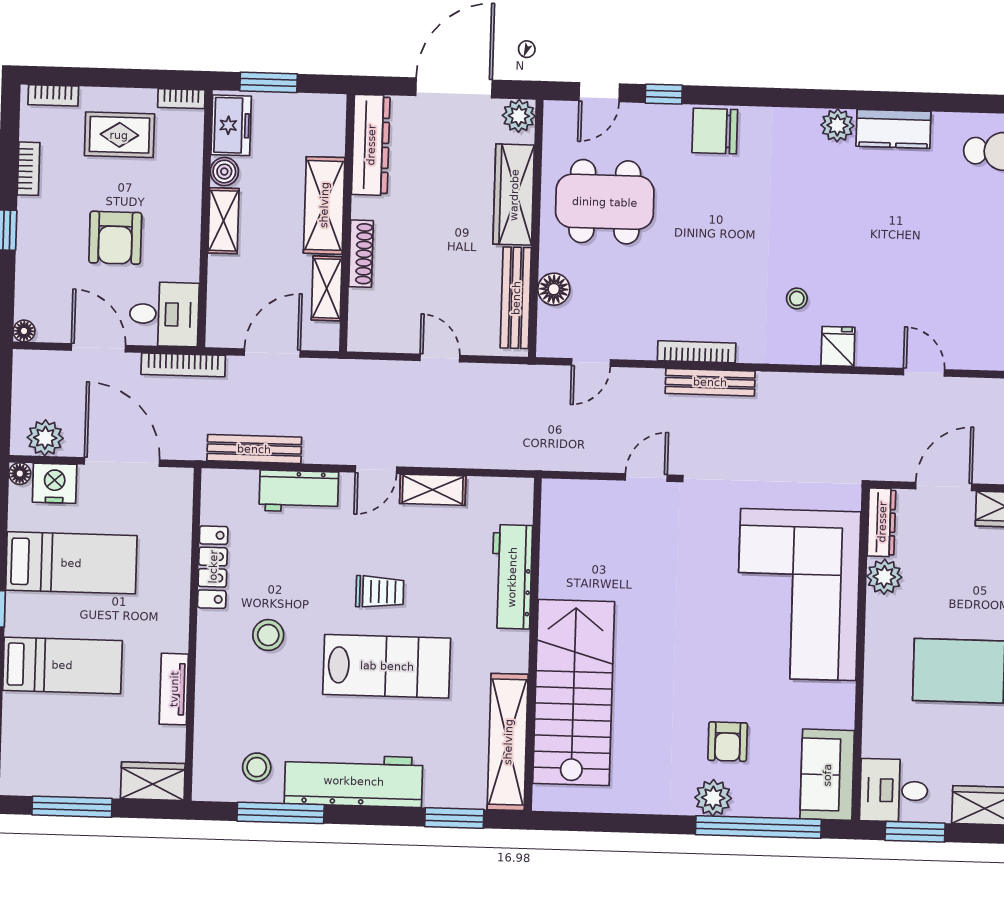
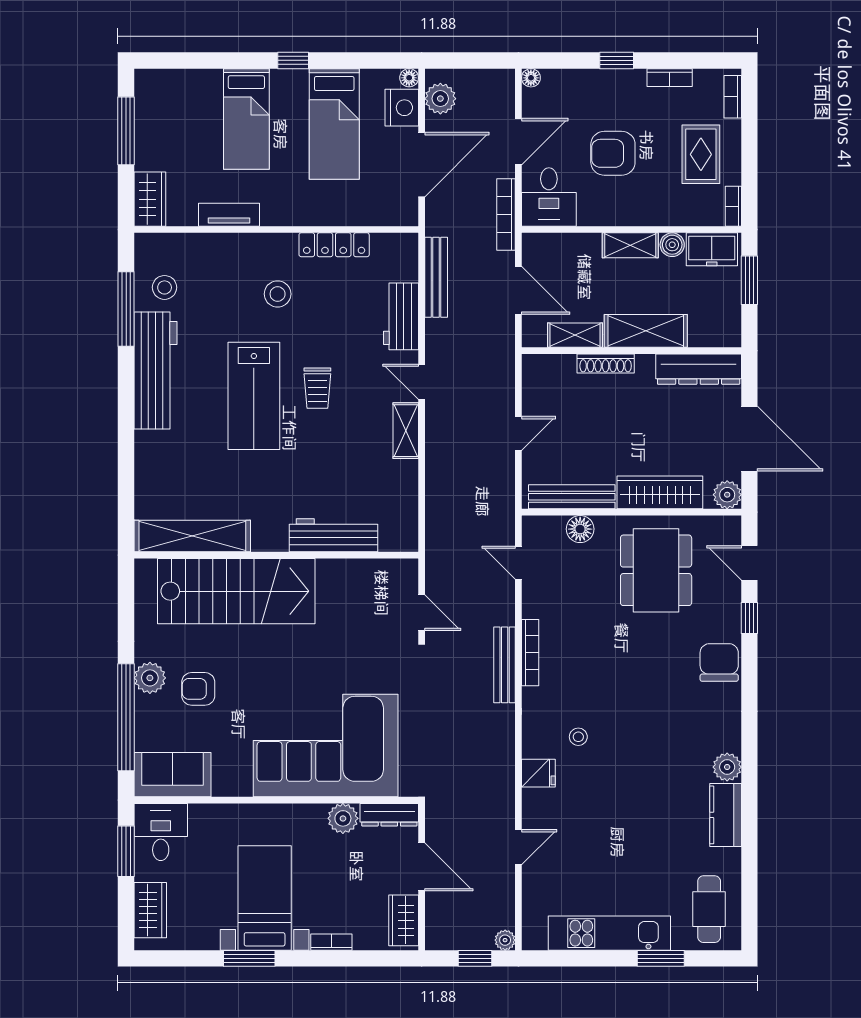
workbench: (512, 577) -> (333, 535), moved
wall: (533, 644) -> (276, 555), moved
stairs: (574, 692) -> (236, 591), moved
shelving: (508, 742) -> (192, 536), moved
window: (454, 818) -> (126, 457), removed

